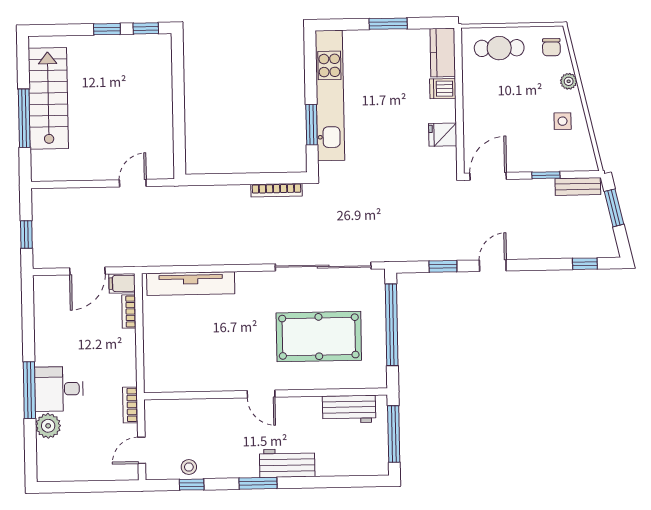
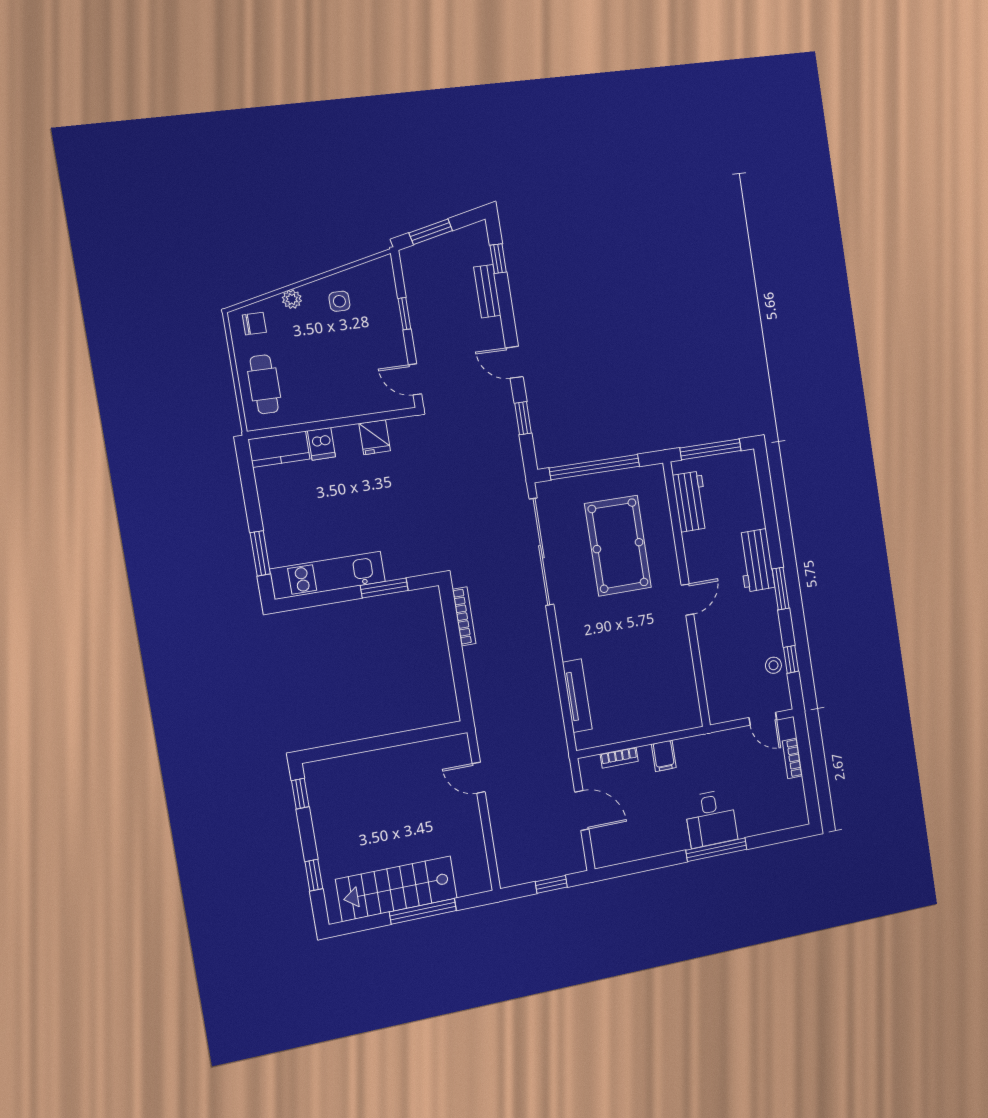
window: (388, 24) -> (260, 553), moved
window: (107, 29) -> (314, 875), moved
kitchen unit: (330, 95) -> (328, 575), width x0.73
door: (488, 176) -> (415, 379), width x0.73
bench: (578, 186) -> (487, 291), moved
filing cabinet: (122, 283) -> (664, 756), moved
tv unit: (191, 284) -> (577, 696), width x0.73, depth x0.78
bookcase: (130, 405) -> (792, 758), moved, turned 90
plant: (48, 426) -> (751, 823), removed

